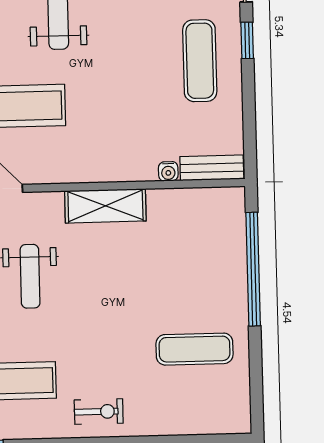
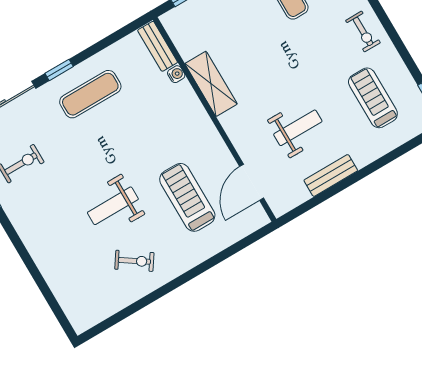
shelving: (105, 206) -> (211, 84), moved
exercise bike: (99, 412) -> (363, 32), turned 180

